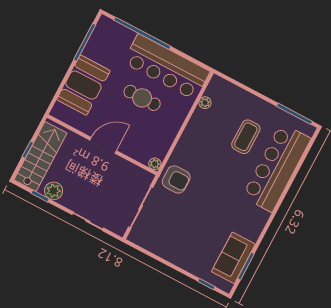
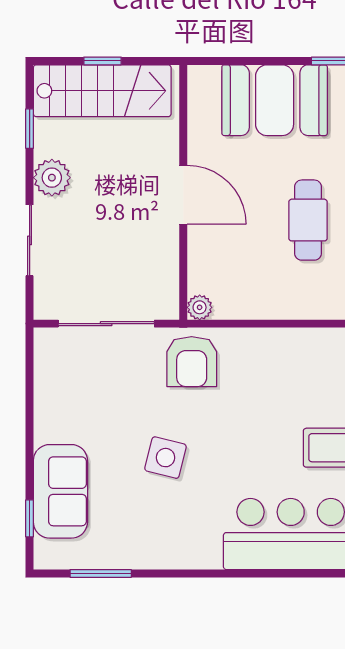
plant: (54, 191) -> (52, 178), moved
side table: (211, 212) -> (166, 458), added
sofa: (233, 258) -> (60, 491), moved, turned 90

